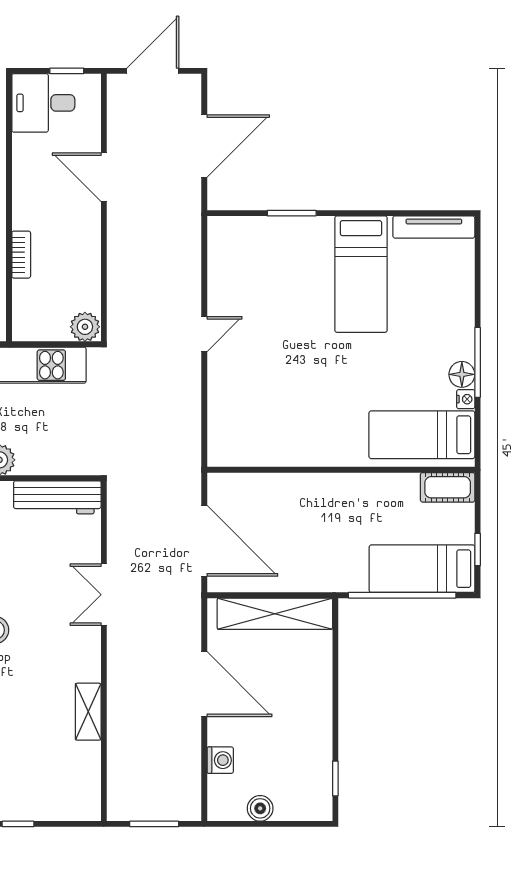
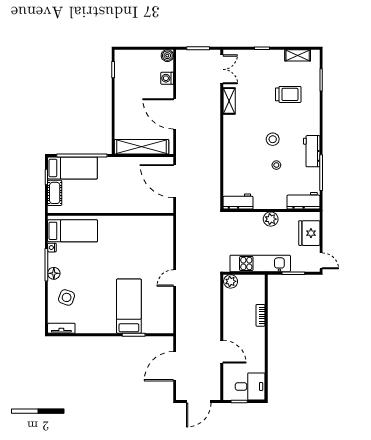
tv unit: (434, 227) -> (61, 328), width x0.71
bed: (361, 274) -> (129, 306), moved
side table: (435, 293) -> (67, 297), added
floor lamp: (462, 374) -> (54, 273), moved
cot: (448, 487) -> (55, 193), moved, turned 90
workbench: (57, 497) -> (238, 201), width x0.73
double door: (104, 595) -> (222, 69), moved
boiler: (260, 808) -> (167, 56), moved

